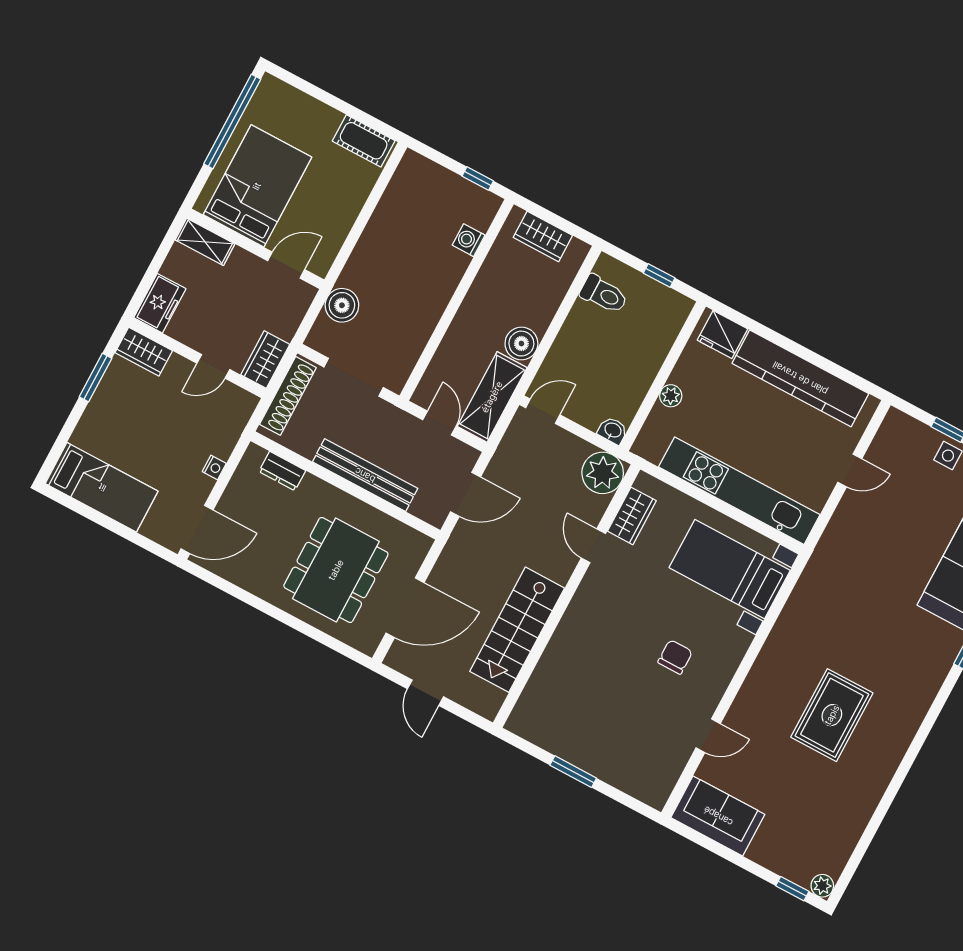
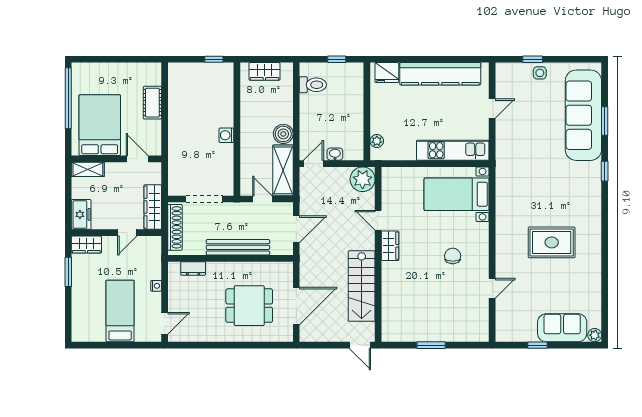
cot: (364, 141) -> (152, 103), moved, turned 90
washing machine: (469, 240) -> (226, 135), moved
door: (286, 265) -> (137, 159), hinge flipped
boiler: (342, 305) -> (178, 164), removed
wardrobe: (265, 360) -> (153, 207), width x1.50
plant: (671, 396) -> (377, 141), moved
washbasin: (613, 431) -> (335, 154), moved
bed: (102, 487) -> (120, 311), moved, turned -90
kitchen unit: (739, 491) -> (453, 150), width x0.73
wardrobe: (632, 516) -> (390, 246), moved
door: (197, 529) -> (165, 323), width x0.73
dining table: (336, 570) -> (249, 306), width x0.73
door: (425, 693) -> (360, 345), moved
rug: (832, 715) -> (552, 242), turned 90
sofa: (718, 816) -> (562, 328), moved
window: (792, 889) -> (538, 345), moved

